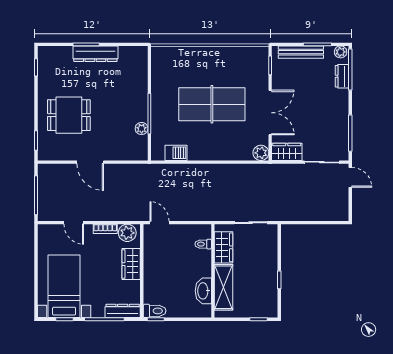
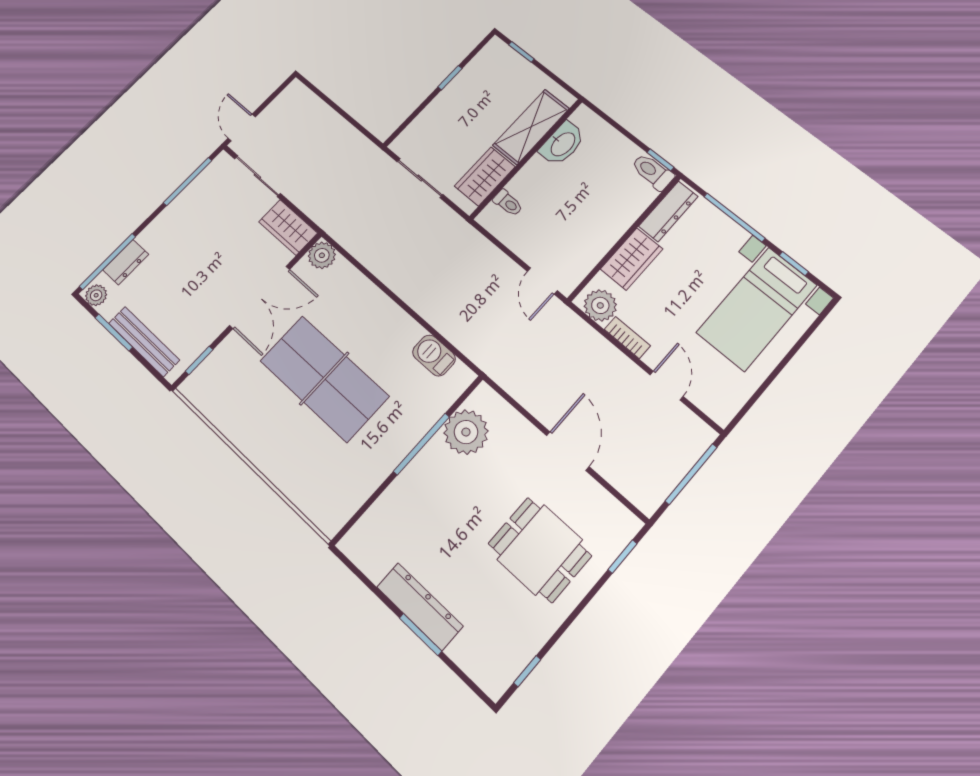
double door: (270, 113) -> (260, 297), swing flipped
plant: (142, 129) -> (466, 432), width x1.88, depth x1.88
dresser: (123, 311) -> (668, 211), moved, turned -90

